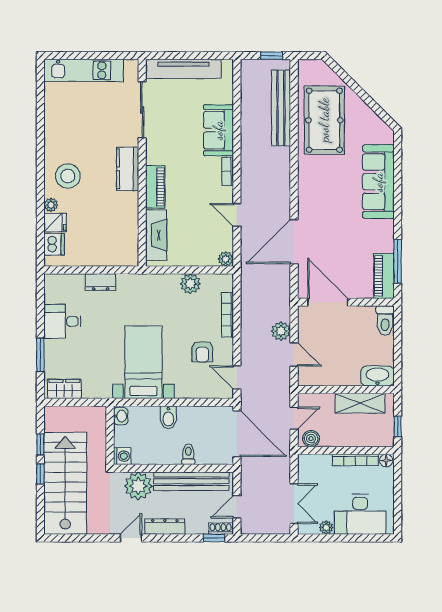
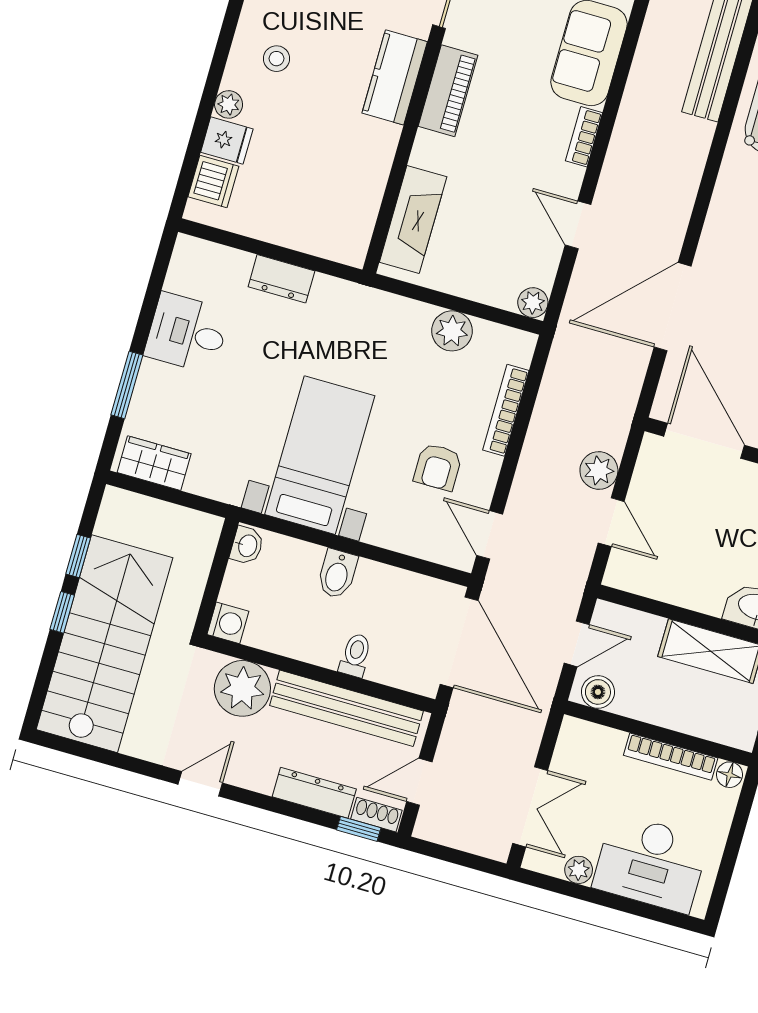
stool: (68, 176) -> (276, 59), width x0.53, depth x0.53
piano: (155, 187) -> (448, 91), moved
dresser: (165, 527) -> (314, 793), moved

